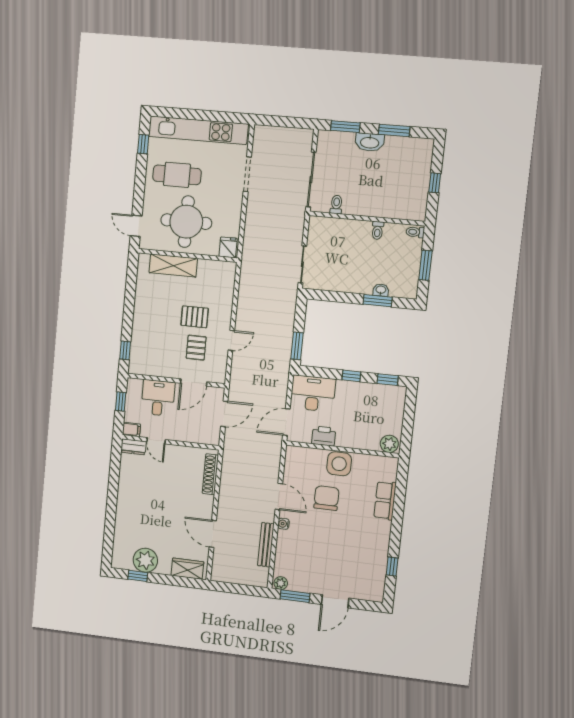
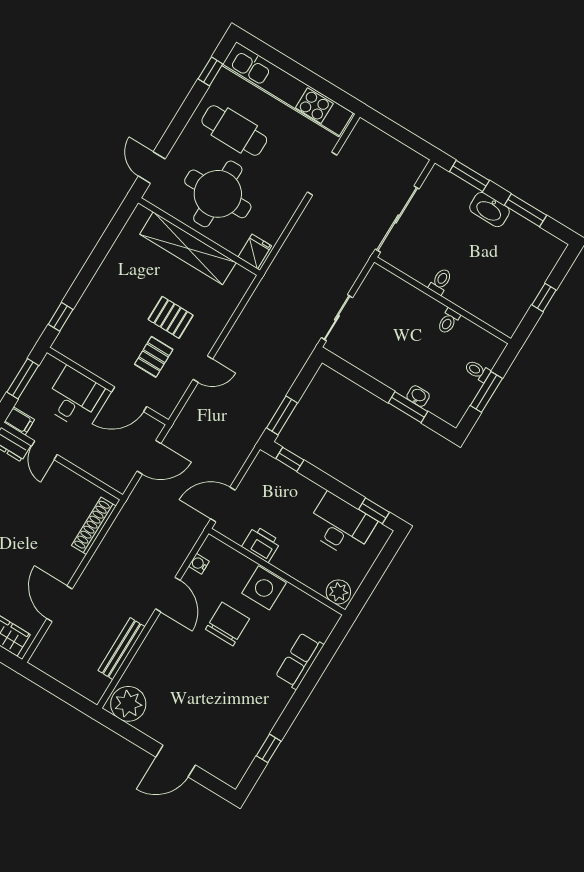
toilet: (336, 205) -> (440, 281), moved
toilet: (415, 232) -> (477, 371), moved
shelving: (173, 266) -> (188, 248), width x1.47
window: (351, 376) -> (290, 459), moved
desk: (313, 393) -> (341, 525), moved
window: (121, 402) -> (23, 379), width x1.50
water cooler: (283, 524) -> (199, 564), moved
plant: (281, 583) -> (128, 704), width x1.87, depth x1.87
window: (295, 596) -> (127, 732), removed

